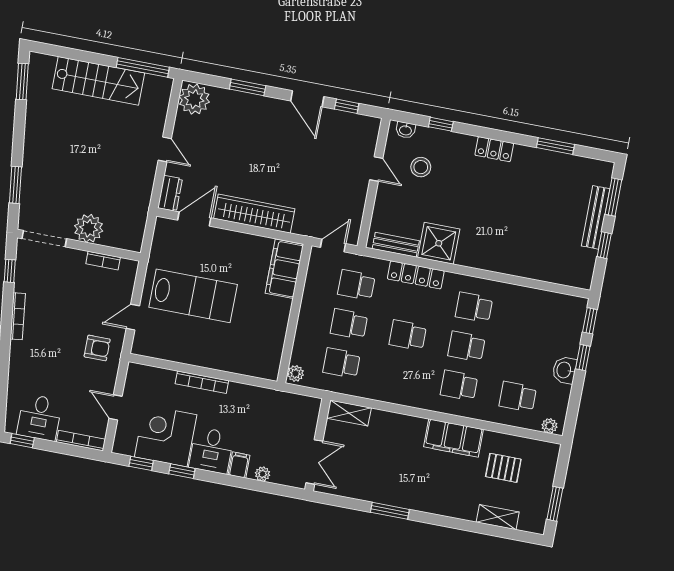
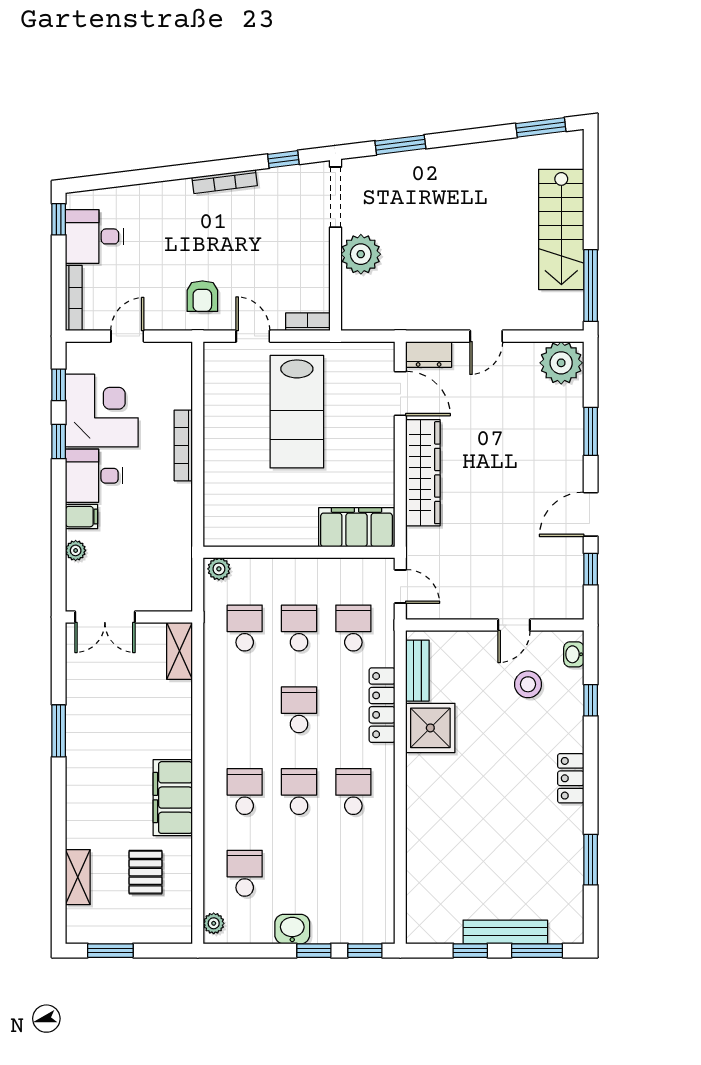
bookcase: (103, 261) -> (308, 322), moved, turned 90

